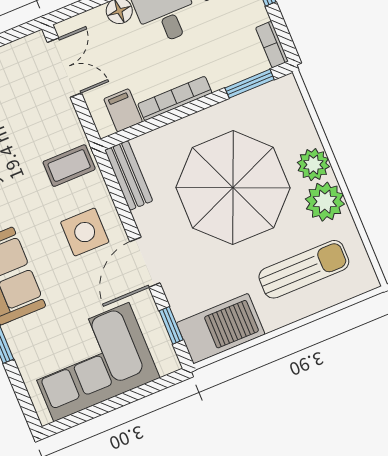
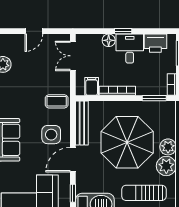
double door: (64, 68) -> (73, 56), swing flipped
bench: (129, 175) -> (82, 123), width x1.36
sun lounger: (304, 269) -> (144, 193), turned 180

